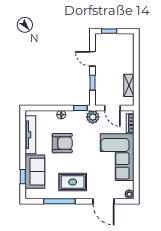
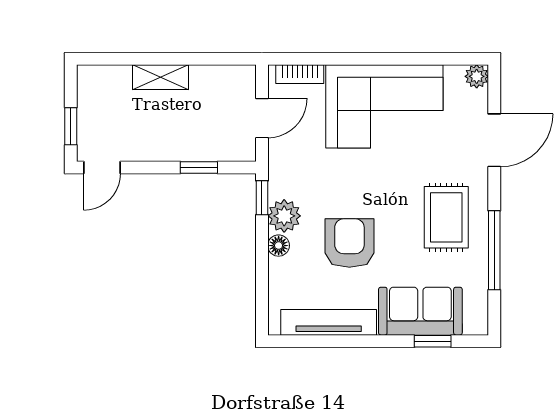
door: (93, 59) -> (102, 168), moved
shelving: (129, 85) -> (160, 77), moved
plant: (93, 117) -> (284, 216), moved

